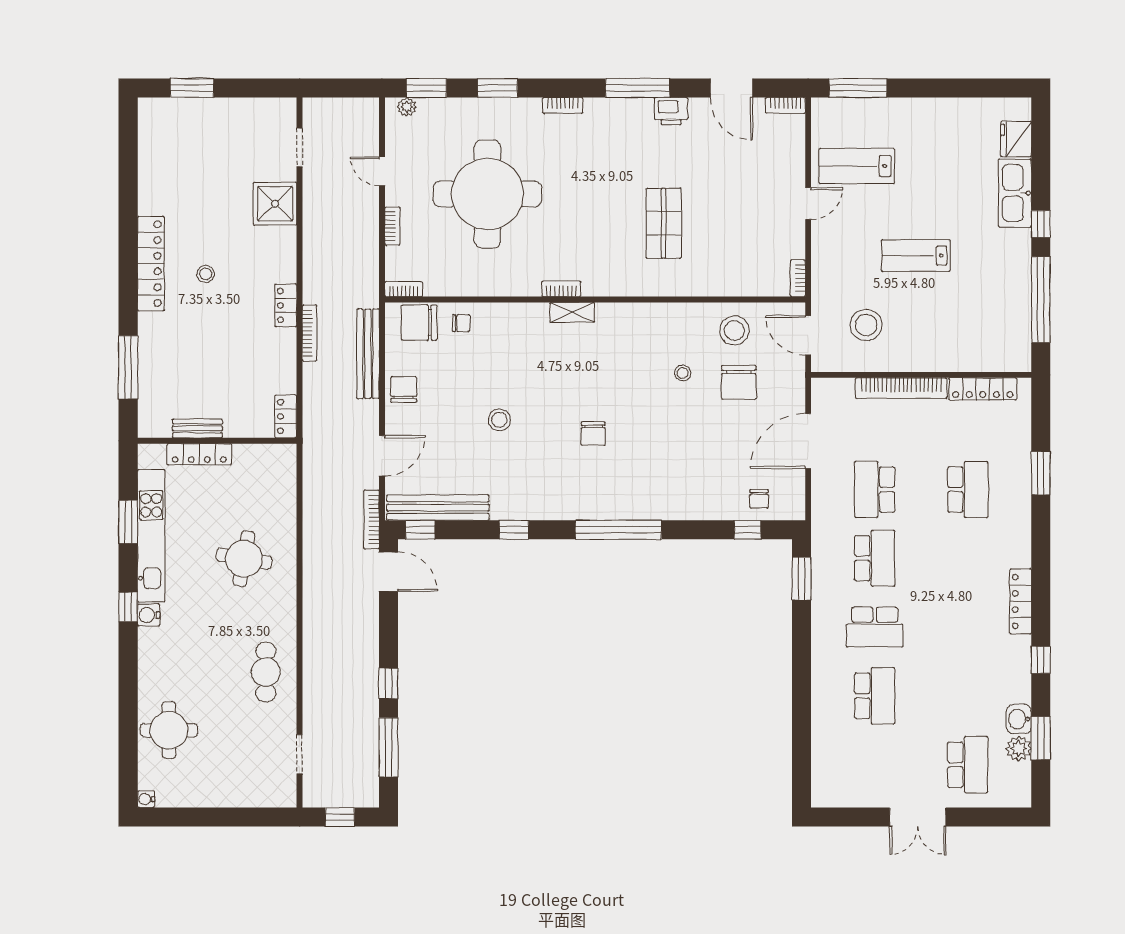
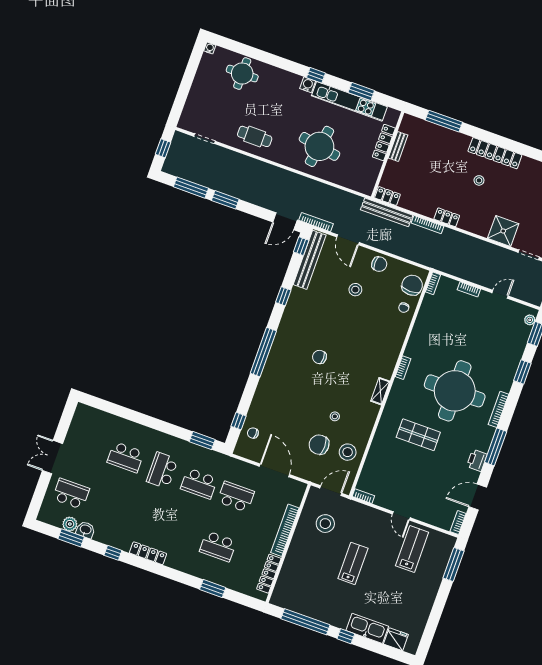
bookcase: (563, 105) -> (499, 409), width x1.56
round table: (487, 194) -> (455, 391), moved
shelving: (572, 312) -> (380, 391), moved
bench: (368, 354) -> (387, 212), moved
stool: (499, 420) -> (355, 290), moved
round table: (244, 559) -> (319, 146), width x1.36, depth x1.36
window: (389, 683) -> (225, 200), width x1.50
school desk: (968, 765) -> (71, 494), turned 180

